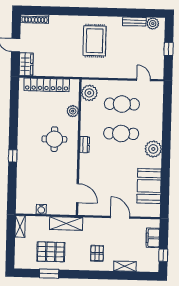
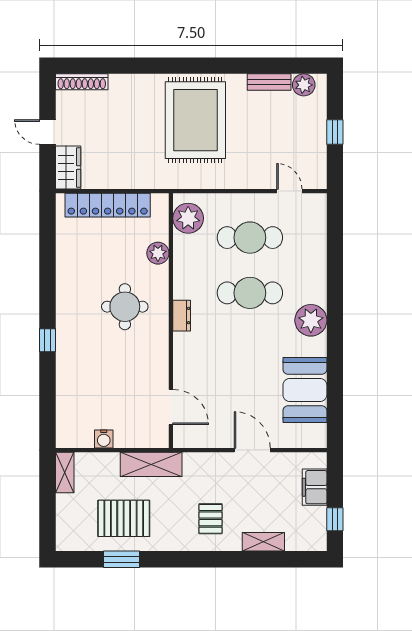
rug: (95, 41) -> (195, 120), width x1.37, depth x1.44

